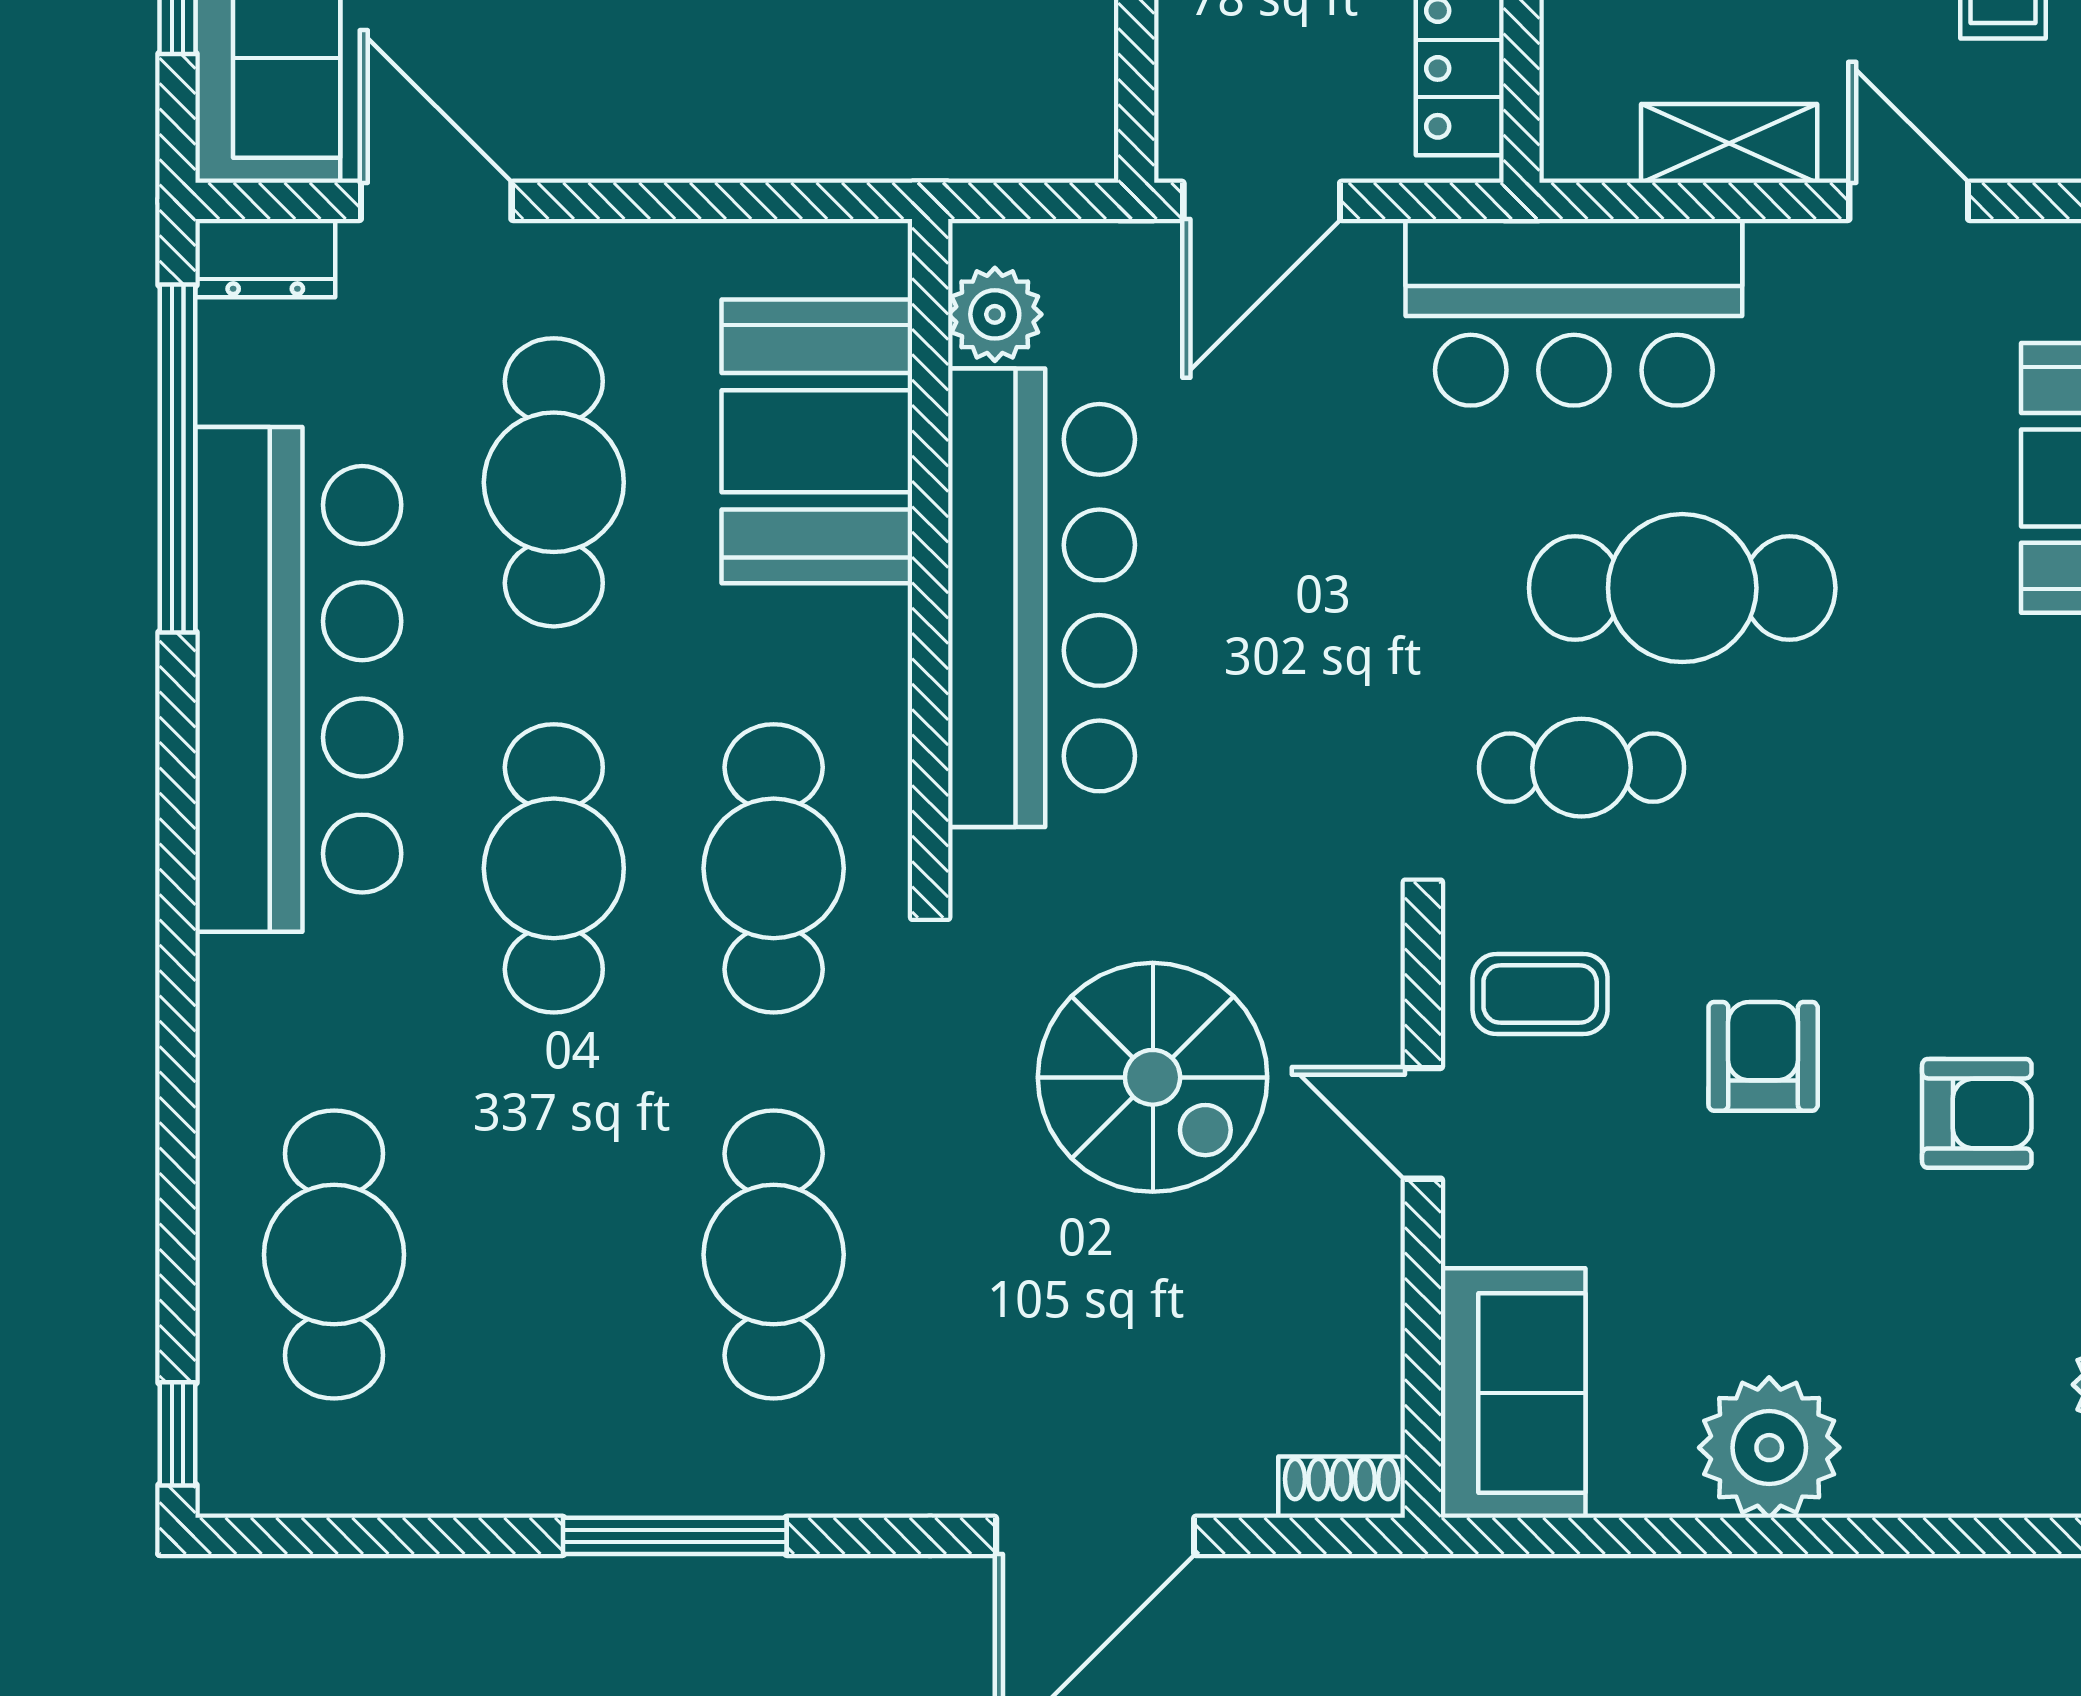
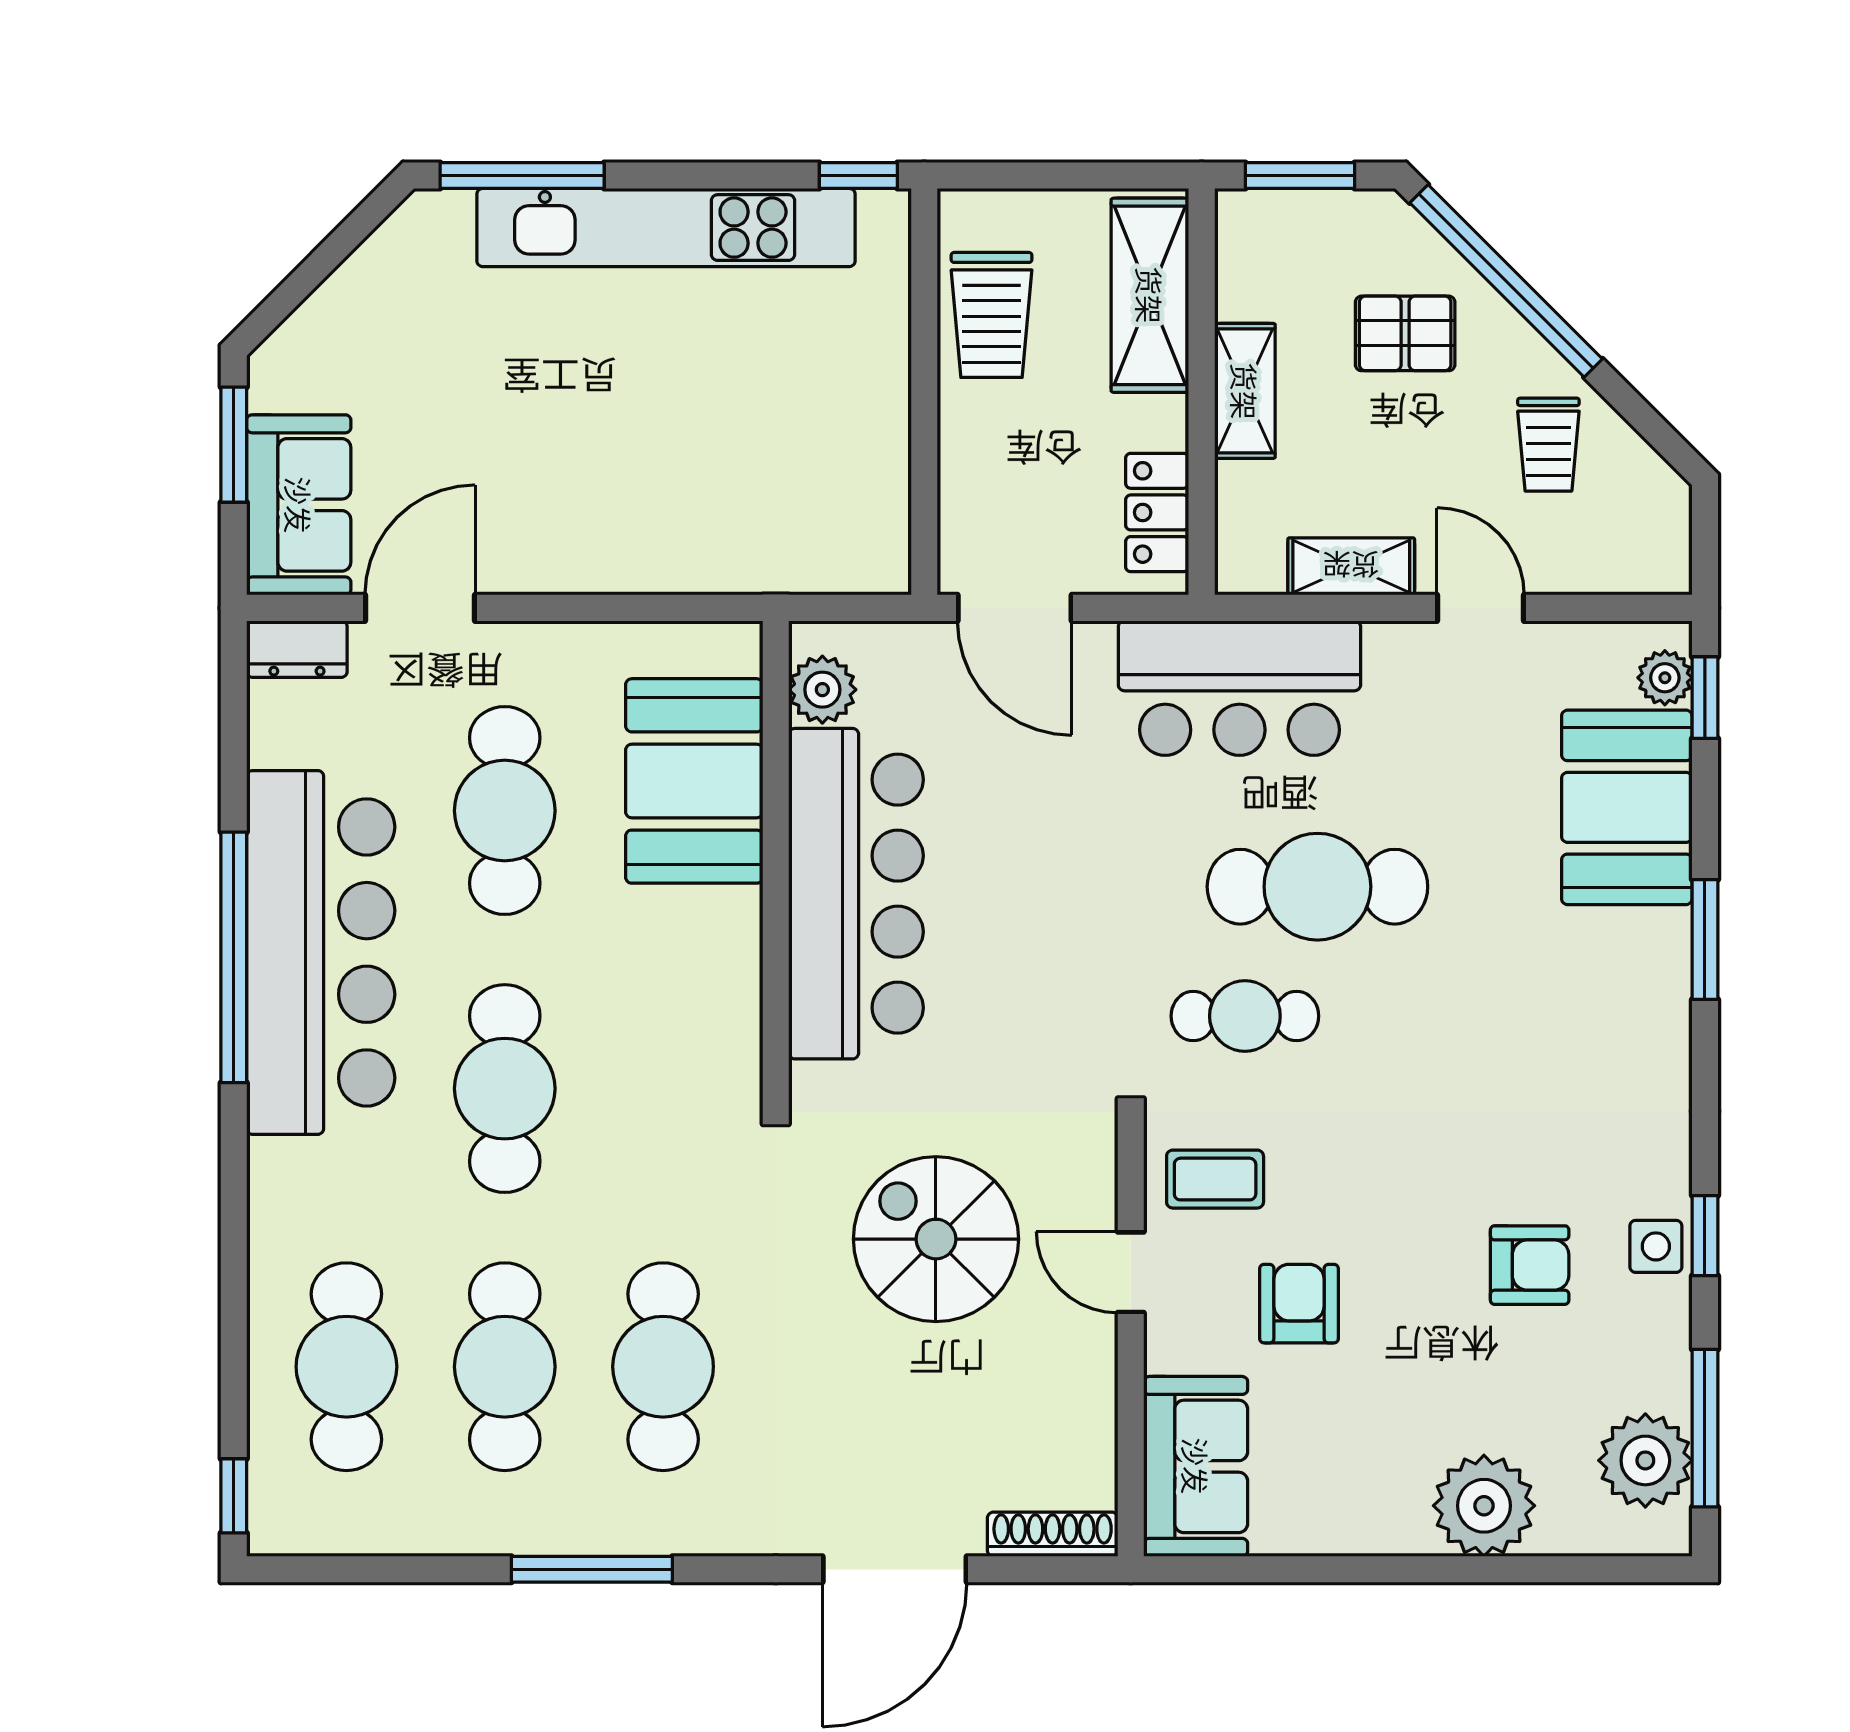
door: (436, 201) -> (420, 608), hinge flipped
door: (1262, 201) -> (1015, 608), hinge flipped
window: (178, 459) -> (234, 957), moved
cafe table: (774, 868) -> (505, 1367), moved
armchair: (1763, 1056) -> (1299, 1304), moved
spiral stairs: (1153, 1077) -> (936, 1239), turned 180
plant: (1769, 1448) -> (1484, 1506), moved
shoe rack: (1342, 1487) -> (1053, 1534), width x1.43

